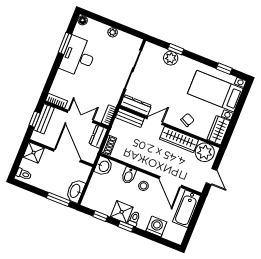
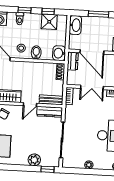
window: (176, 49) -> (48, 169), moved
dresser: (98, 136) -> (73, 61), moved
window: (58, 199) -> (98, 14), moved
shower: (122, 212) -> (49, 22), moved

